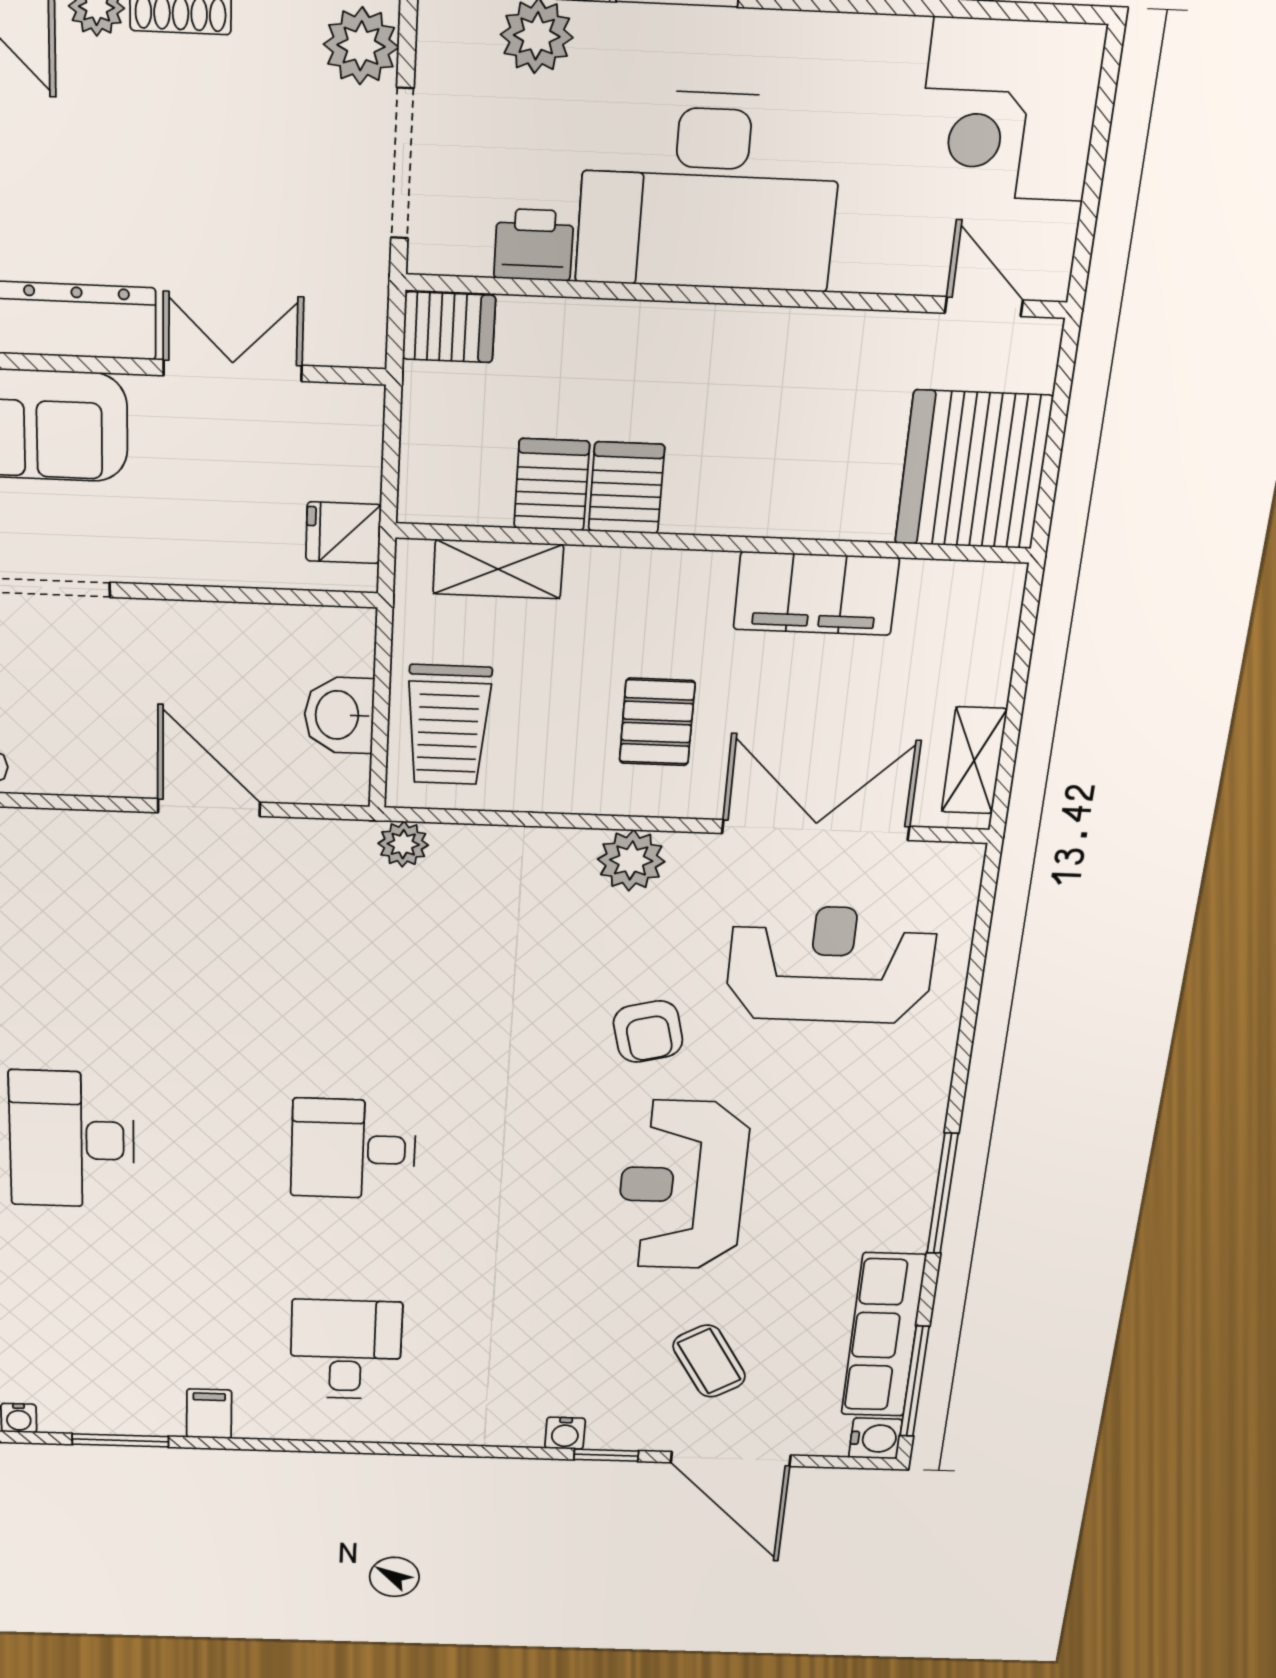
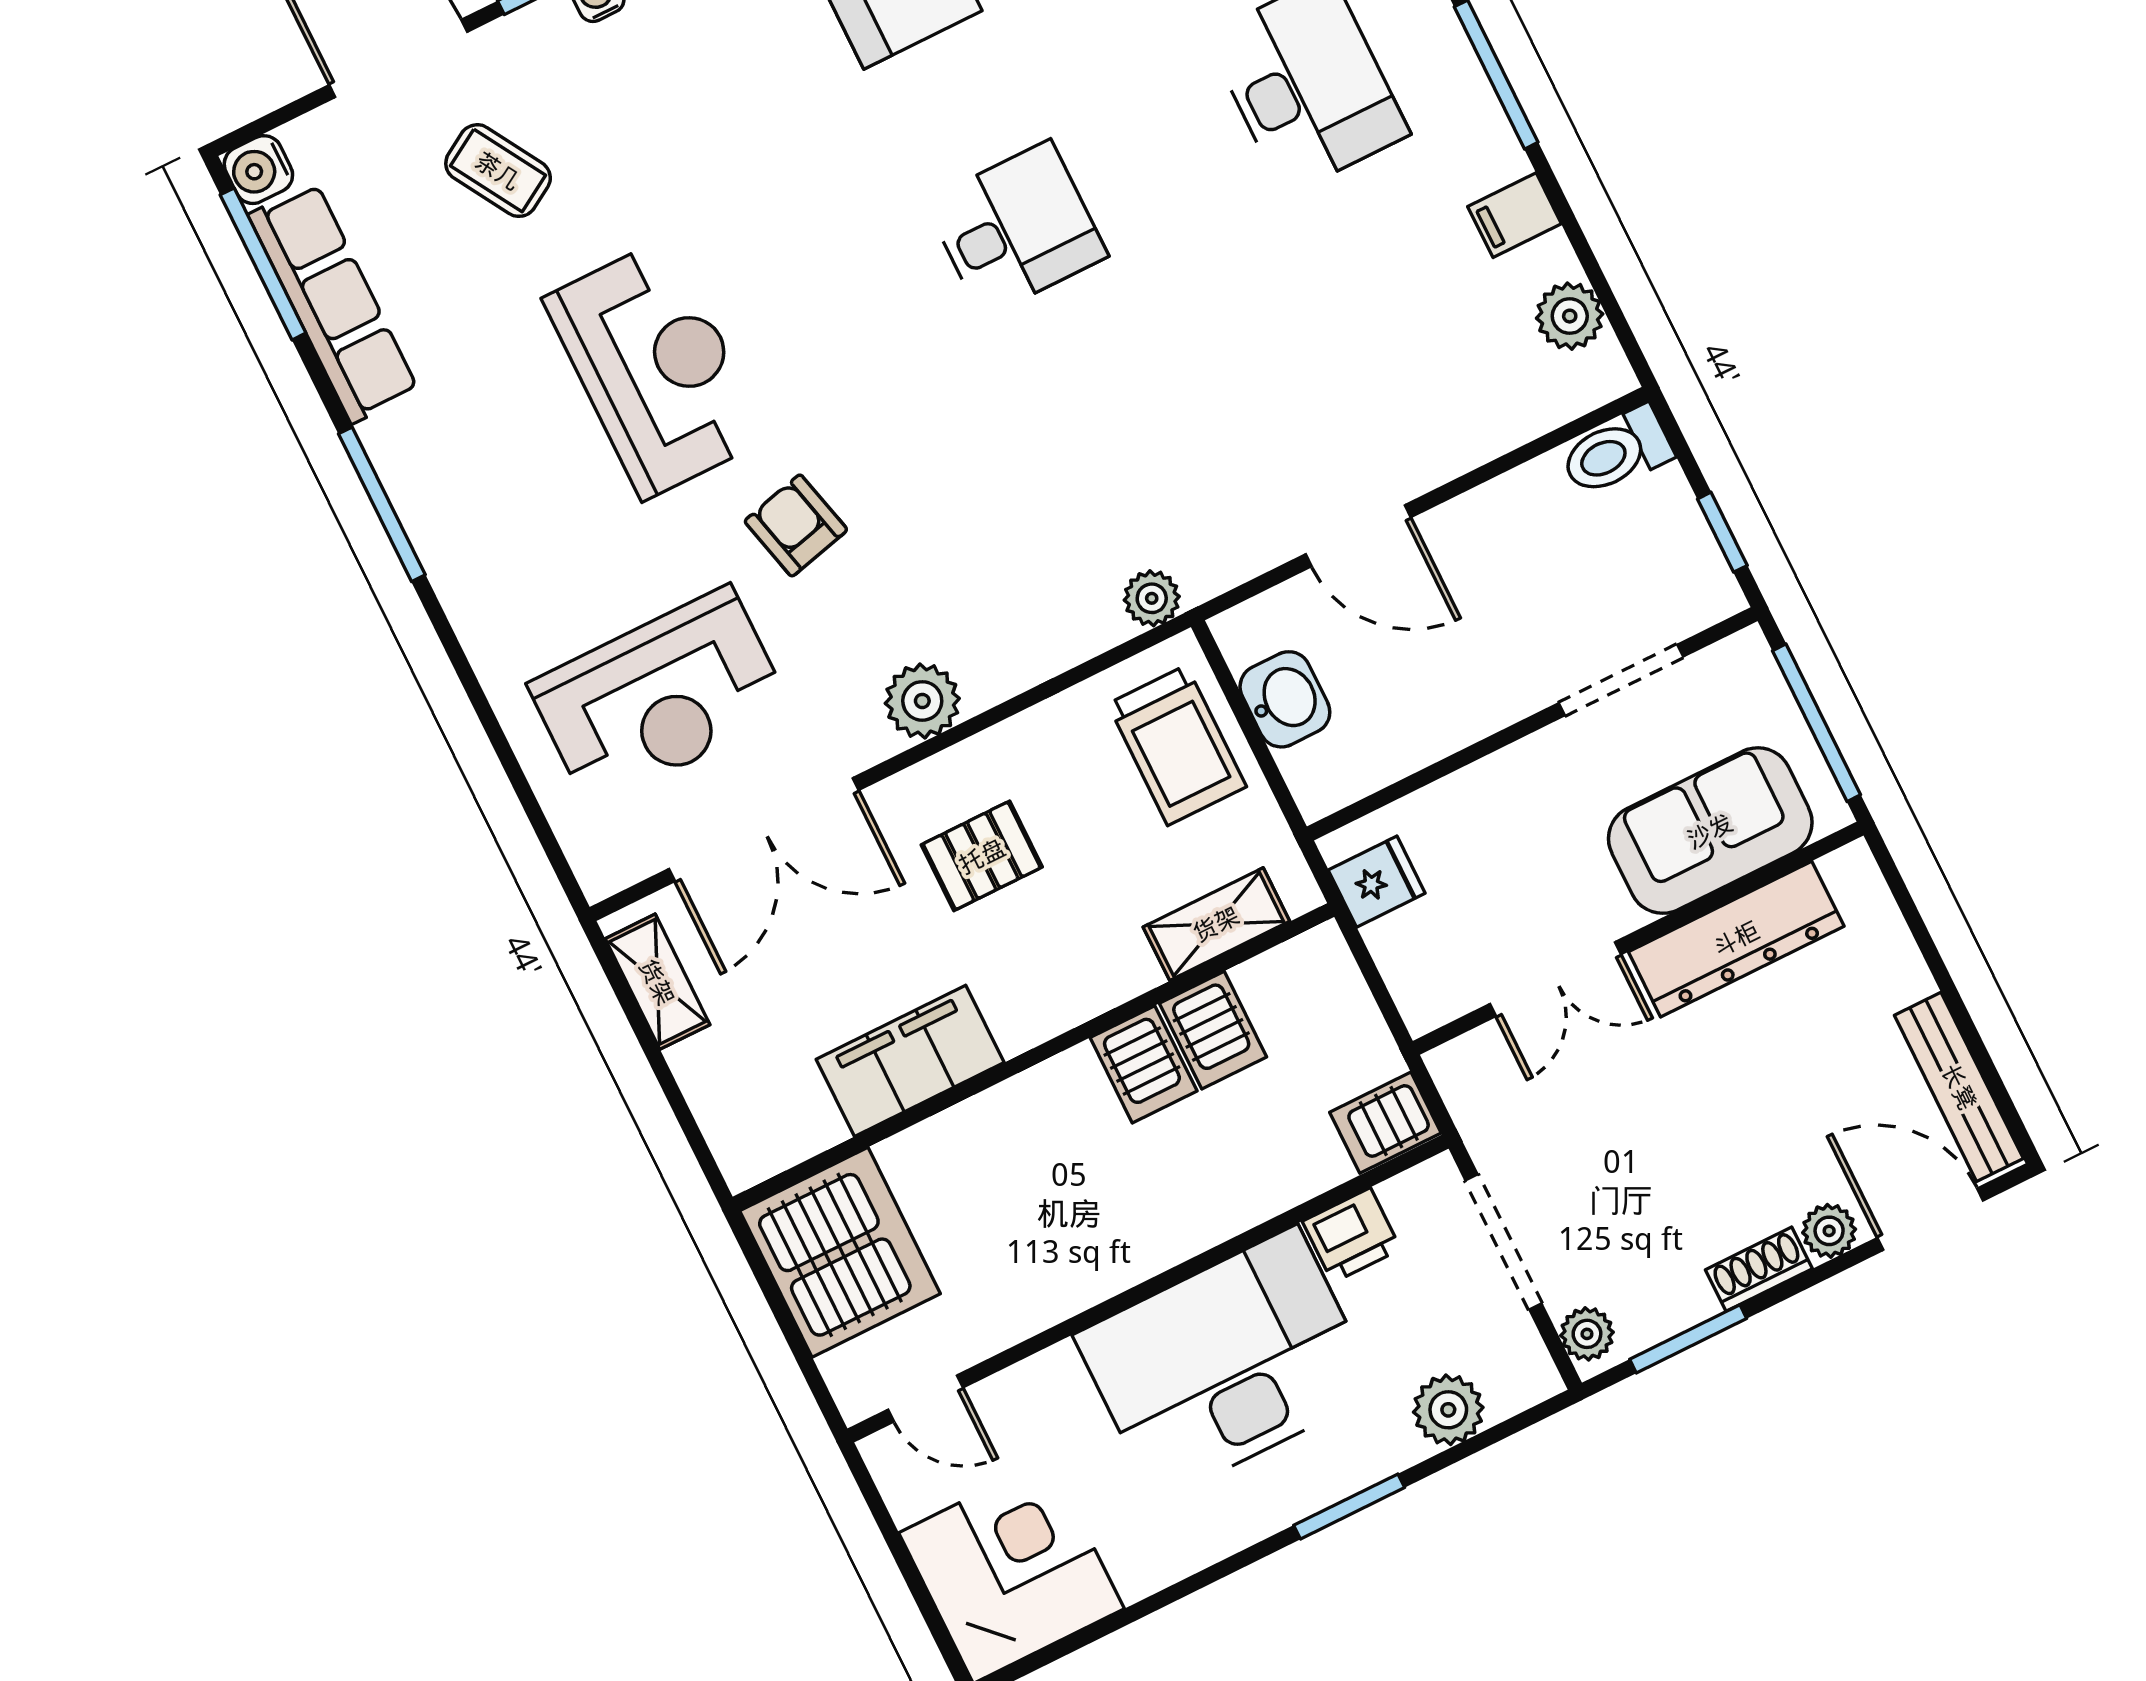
plant: (361, 46) -> (1587, 1334), width x0.73, depth x0.73
pallet: (657, 722) -> (982, 856), turned 90
trolley: (448, 725) -> (1177, 745), turned 180

